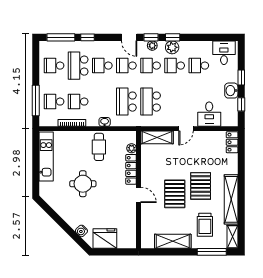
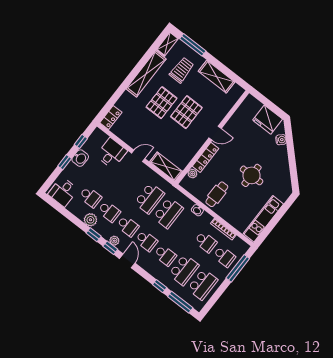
plant: (172, 47) -> (90, 220), moved
school desk: (54, 66) -> (203, 284), width x1.85
door: (138, 195) -> (215, 133), swing flipped

